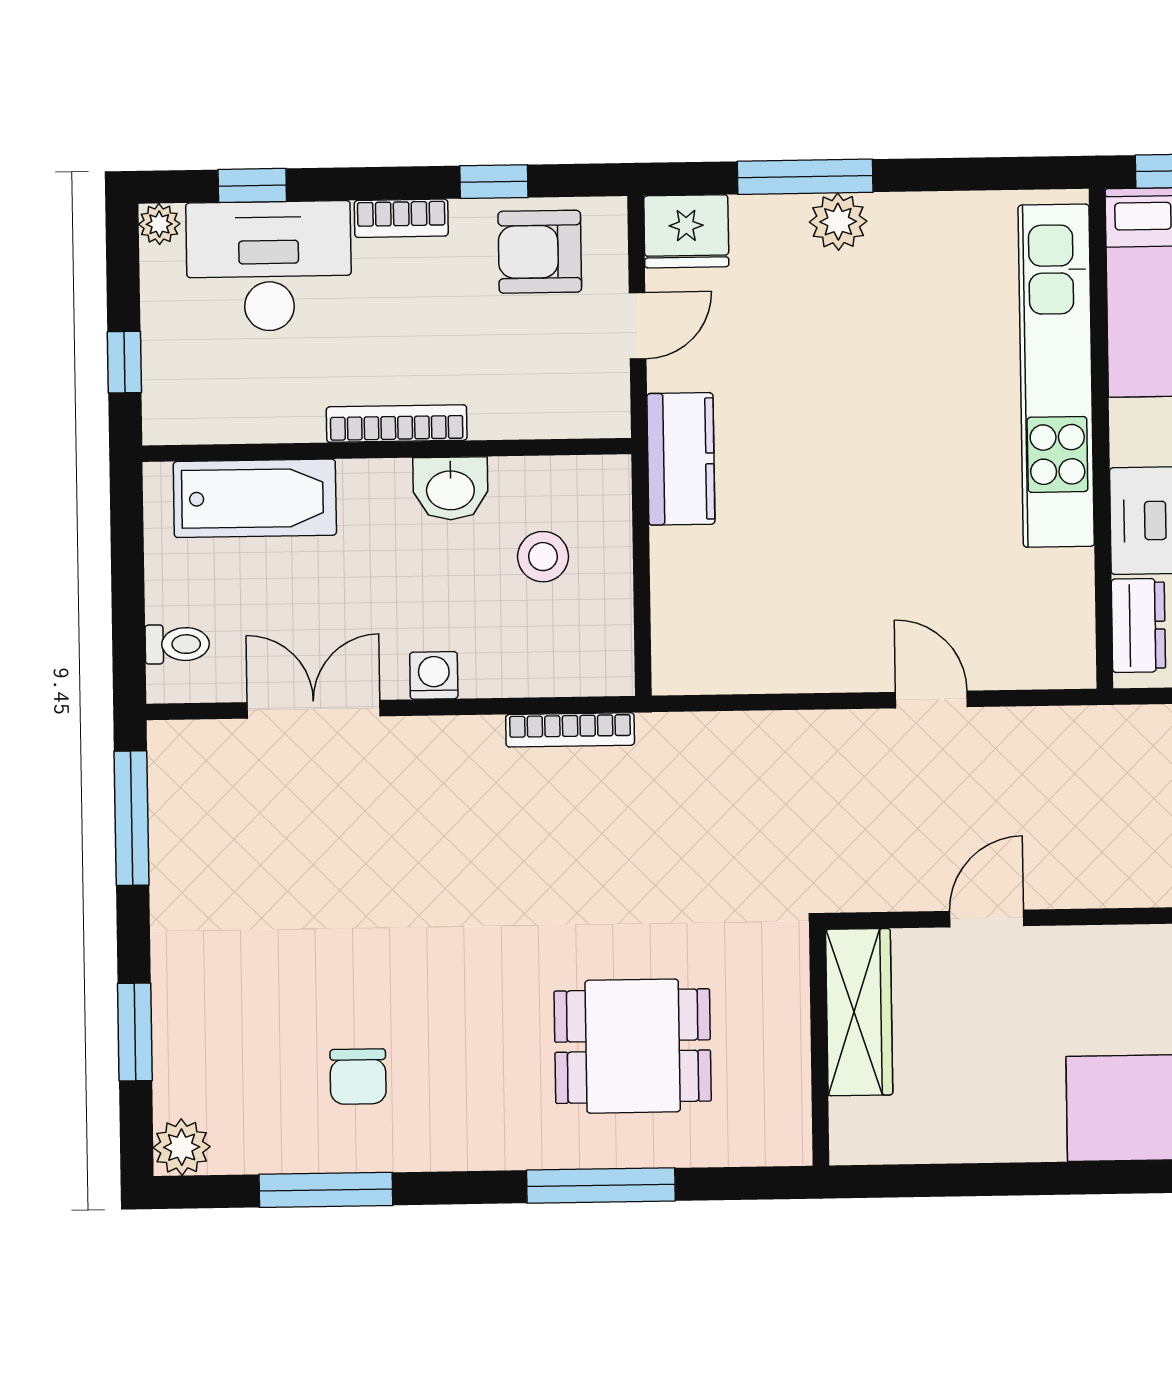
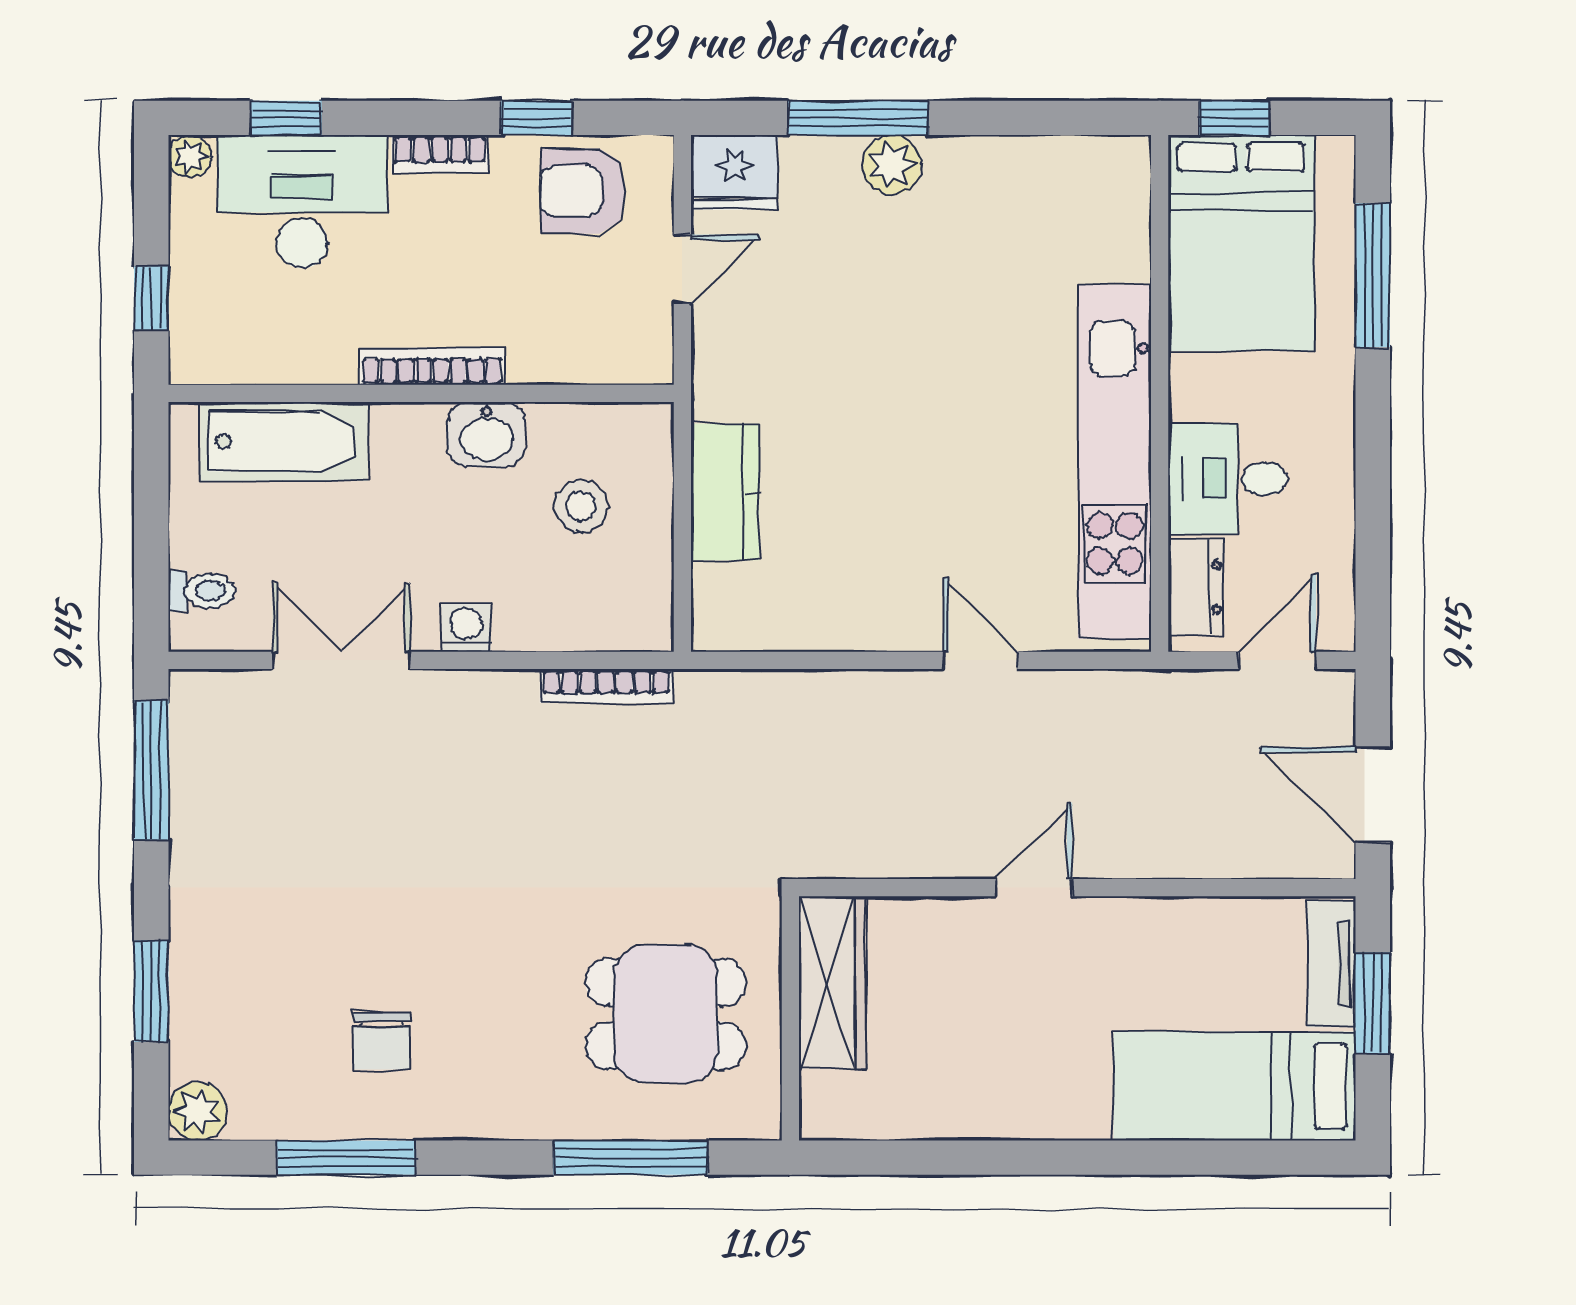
kitchen unit: (1056, 376) -> (1115, 462), moved
kitchen counter: (681, 459) -> (725, 492), moved
wardrobe: (859, 1012) -> (832, 982), moved
wall: (819, 1047) -> (790, 1018), moved

